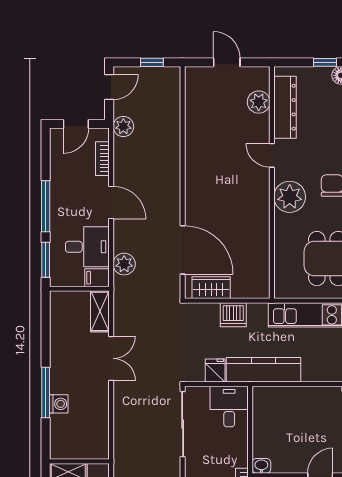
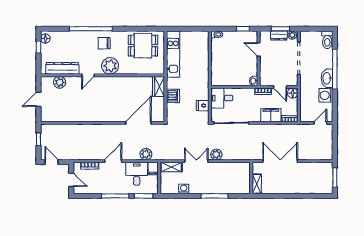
plant: (123, 126) -> (216, 155), moved
wardrobe: (211, 288) -> (159, 86), moved
kitchen counter: (264, 370) -> (202, 80), removed
washing machine: (59, 404) -> (184, 189), moved

